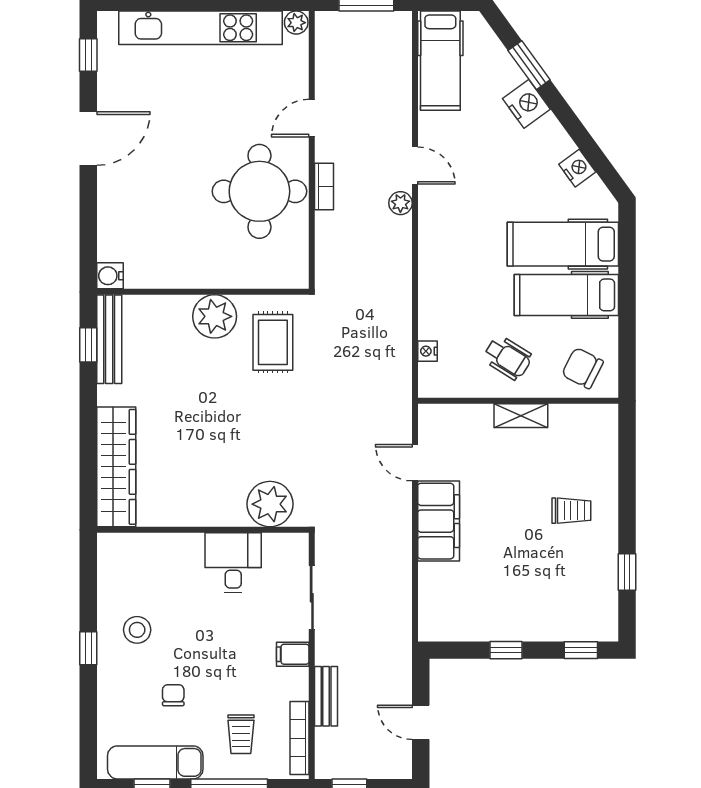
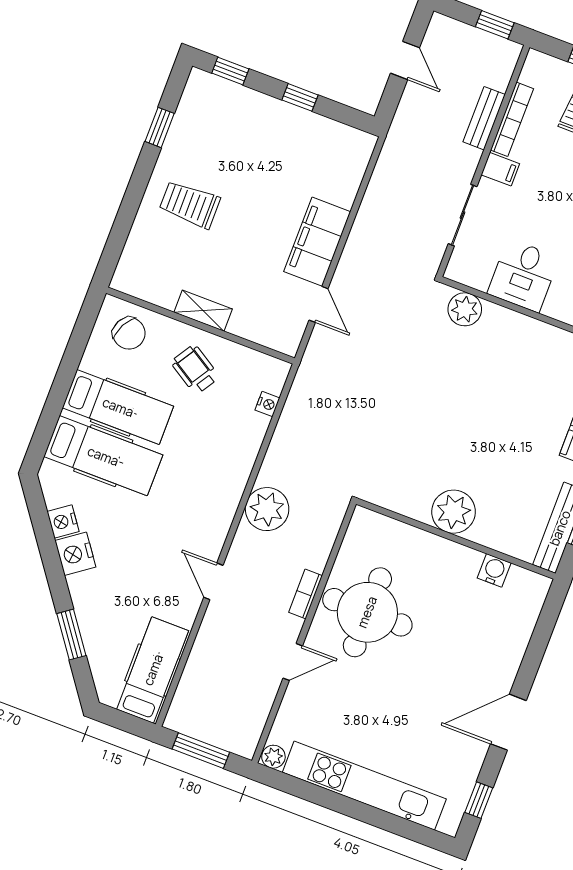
nightstand: (526, 104) -> (75, 554), moved
plant: (400, 203) -> (267, 509), moved, width x1.88, depth x1.88
water cooler: (110, 276) -> (494, 570), moved, turned -90
rug: (273, 342) -> (408, 467), removed
plant: (270, 504) -> (465, 309), width x0.73, depth x0.73
trolley: (571, 511) -> (190, 204), width x1.36, depth x1.39
bookcase: (300, 738) -> (512, 119), moved

